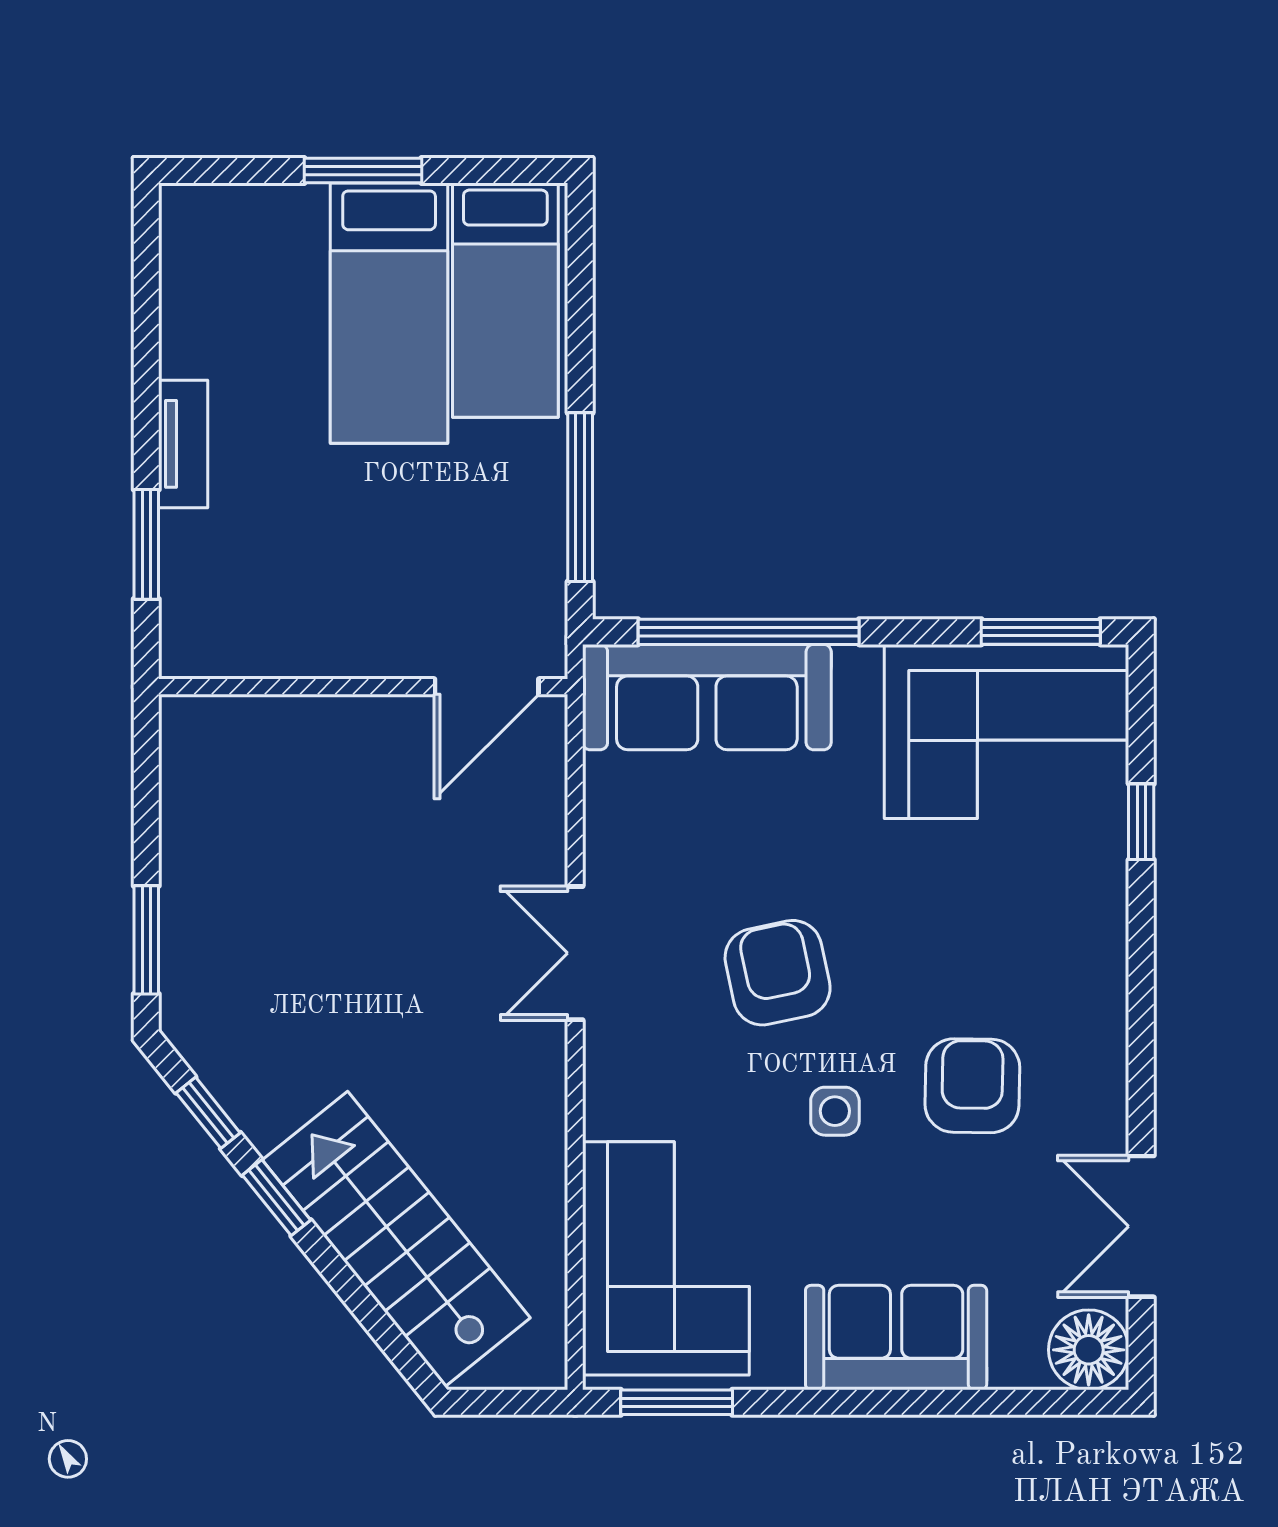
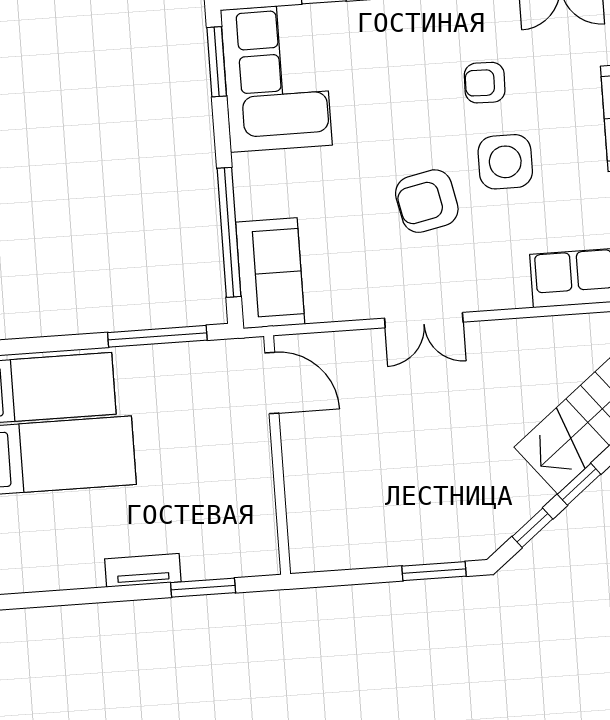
sofa: (707, 697) -> (270, 273), width x0.73
armchair: (972, 1086) -> (485, 83), width x0.72, depth x0.72
side table: (835, 1111) -> (505, 162), width x1.87, depth x1.87

